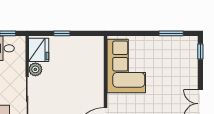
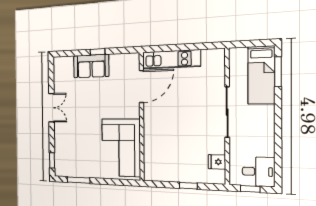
fridge: (39, 50) -> (217, 162), width x0.53, depth x0.75
plant: (35, 69) -> (218, 146), removed

